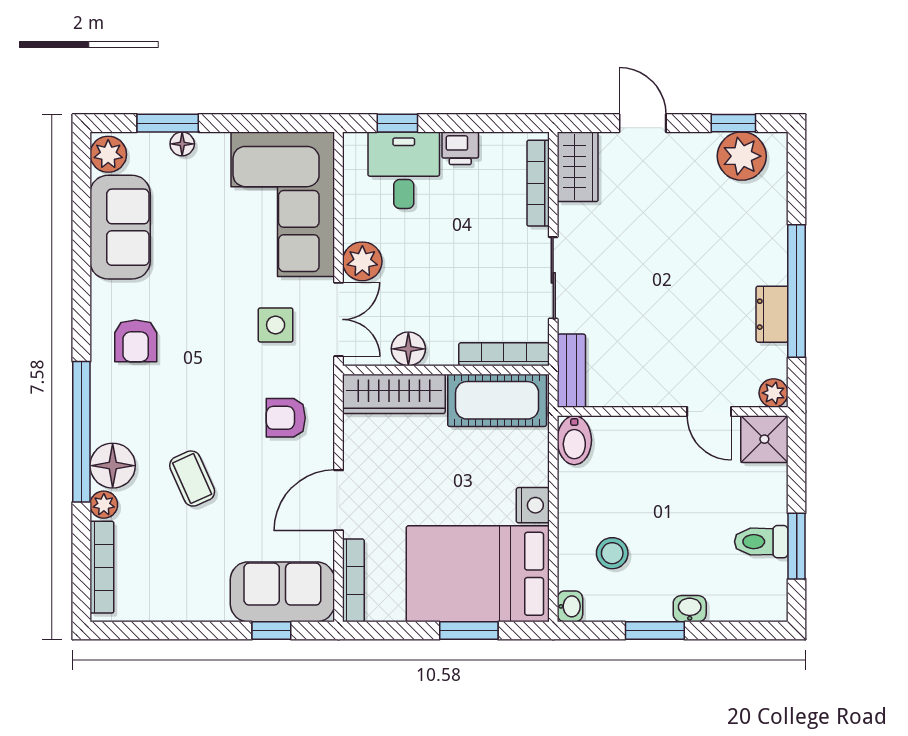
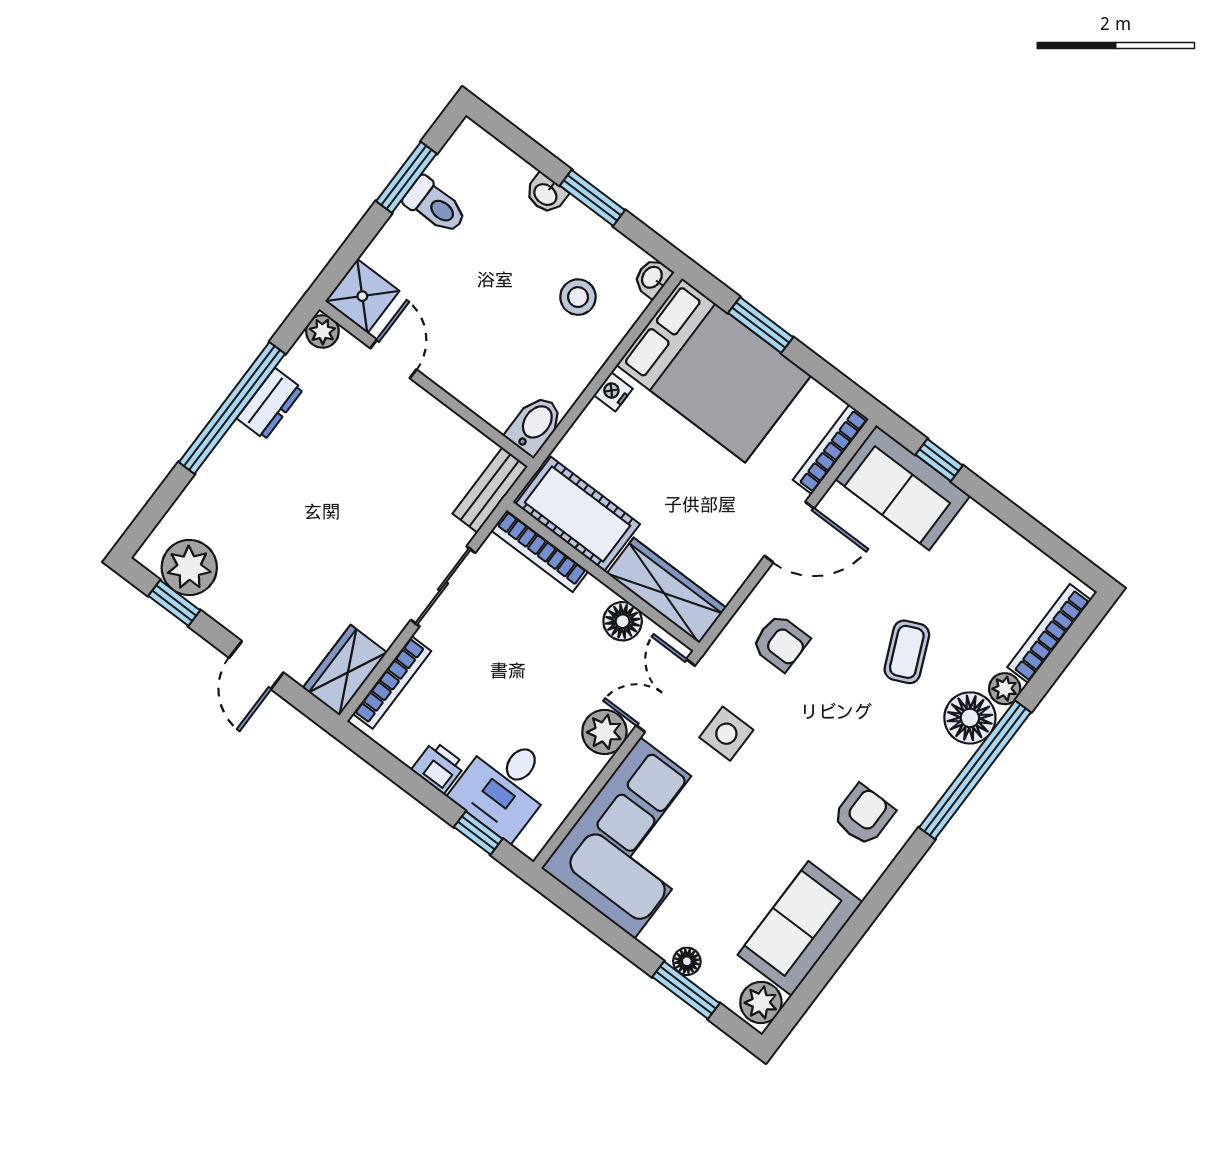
nightstand: (533, 505) -> (613, 392), width x0.72, depth x0.74

